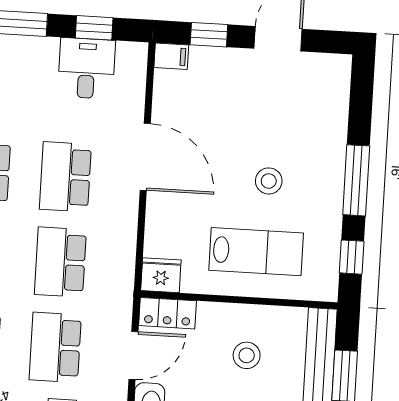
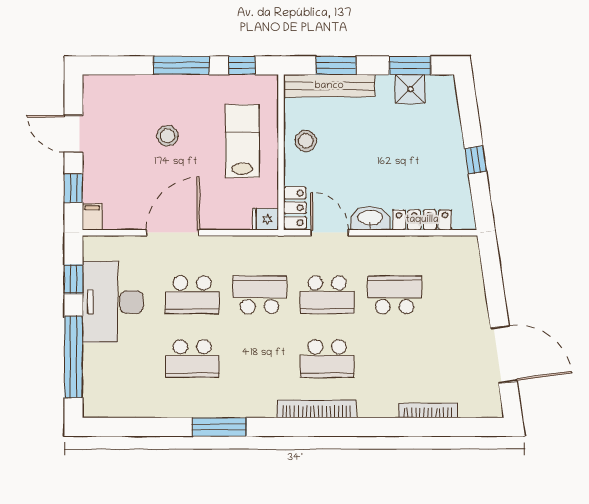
desk: (87, 68) -> (113, 302), width x1.87, depth x1.30
stool: (269, 181) -> (168, 136), moved
school desk: (60, 262) -> (260, 295), turned 180
fridge: (161, 275) -> (265, 219), width x0.72
stool: (247, 355) -> (306, 141), moved

